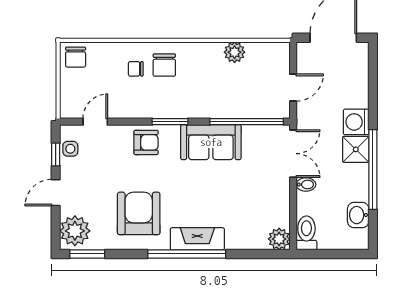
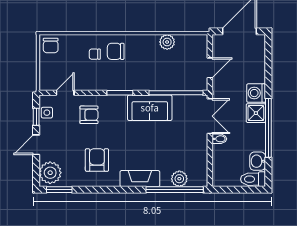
chair: (164, 65) -> (116, 51), turned 90
armchair: (146, 142) -> (89, 115), moved
armchair: (139, 213) -> (97, 160), width x0.73, depth x0.73
toilet: (306, 233) -> (253, 179), moved, turned -90
plant: (279, 239) -> (179, 179), moved
window: (187, 254) -> (175, 190), moved

